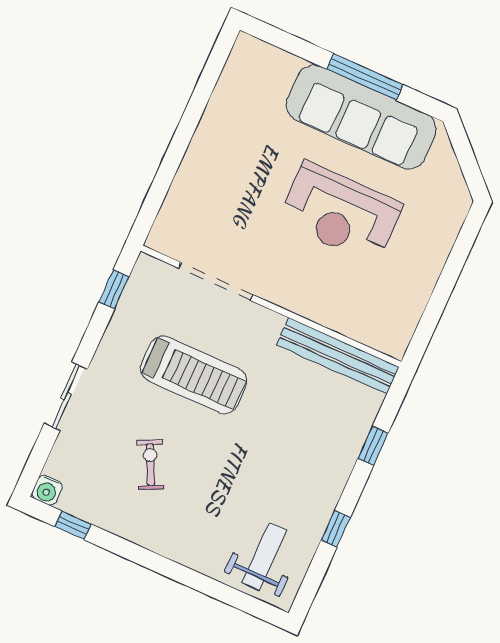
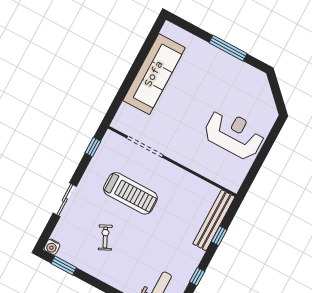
sofa: (361, 117) -> (154, 74), moved, turned -90
reception desk: (340, 213) -> (234, 134), moved, turned 180
bench: (338, 356) -> (214, 220), moved, turned 90
window: (73, 525) -> (64, 266), width x1.50

